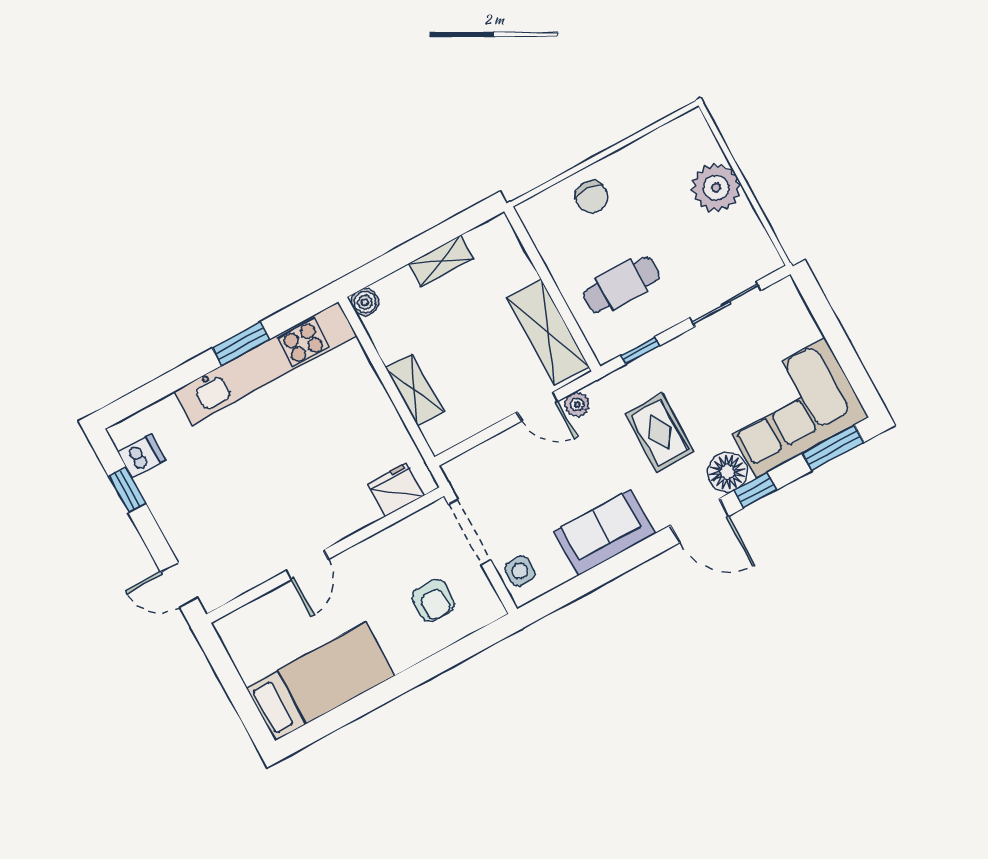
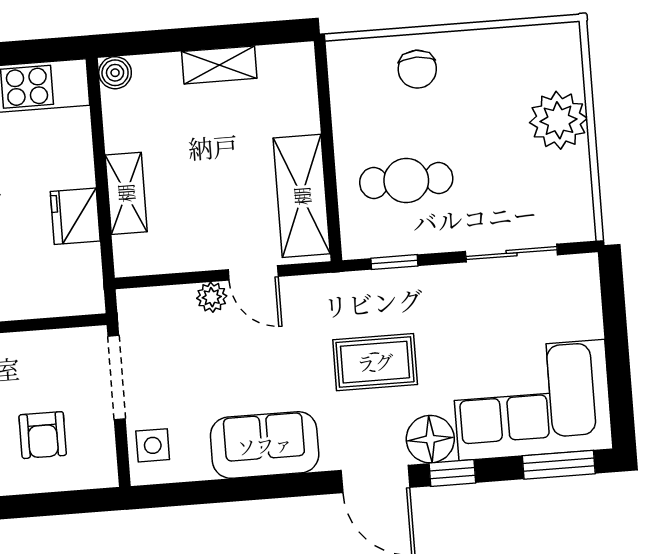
plant: (577, 405) -> (212, 297), moved
rug: (659, 433) -> (375, 362), turned 90
fridge: (395, 490) -> (75, 216), moved, turned -90

